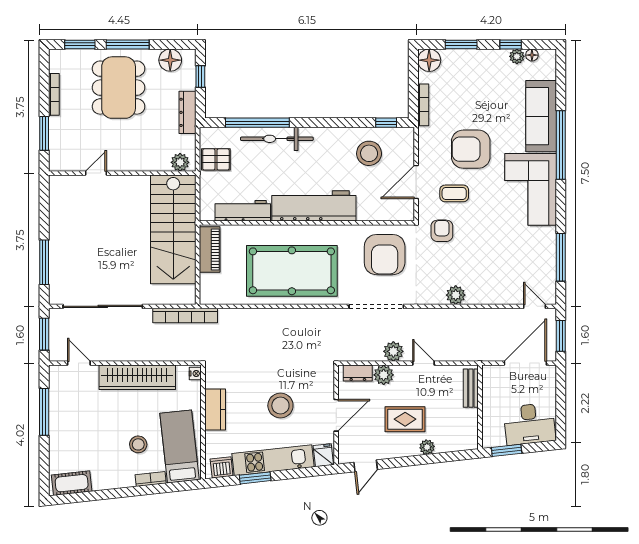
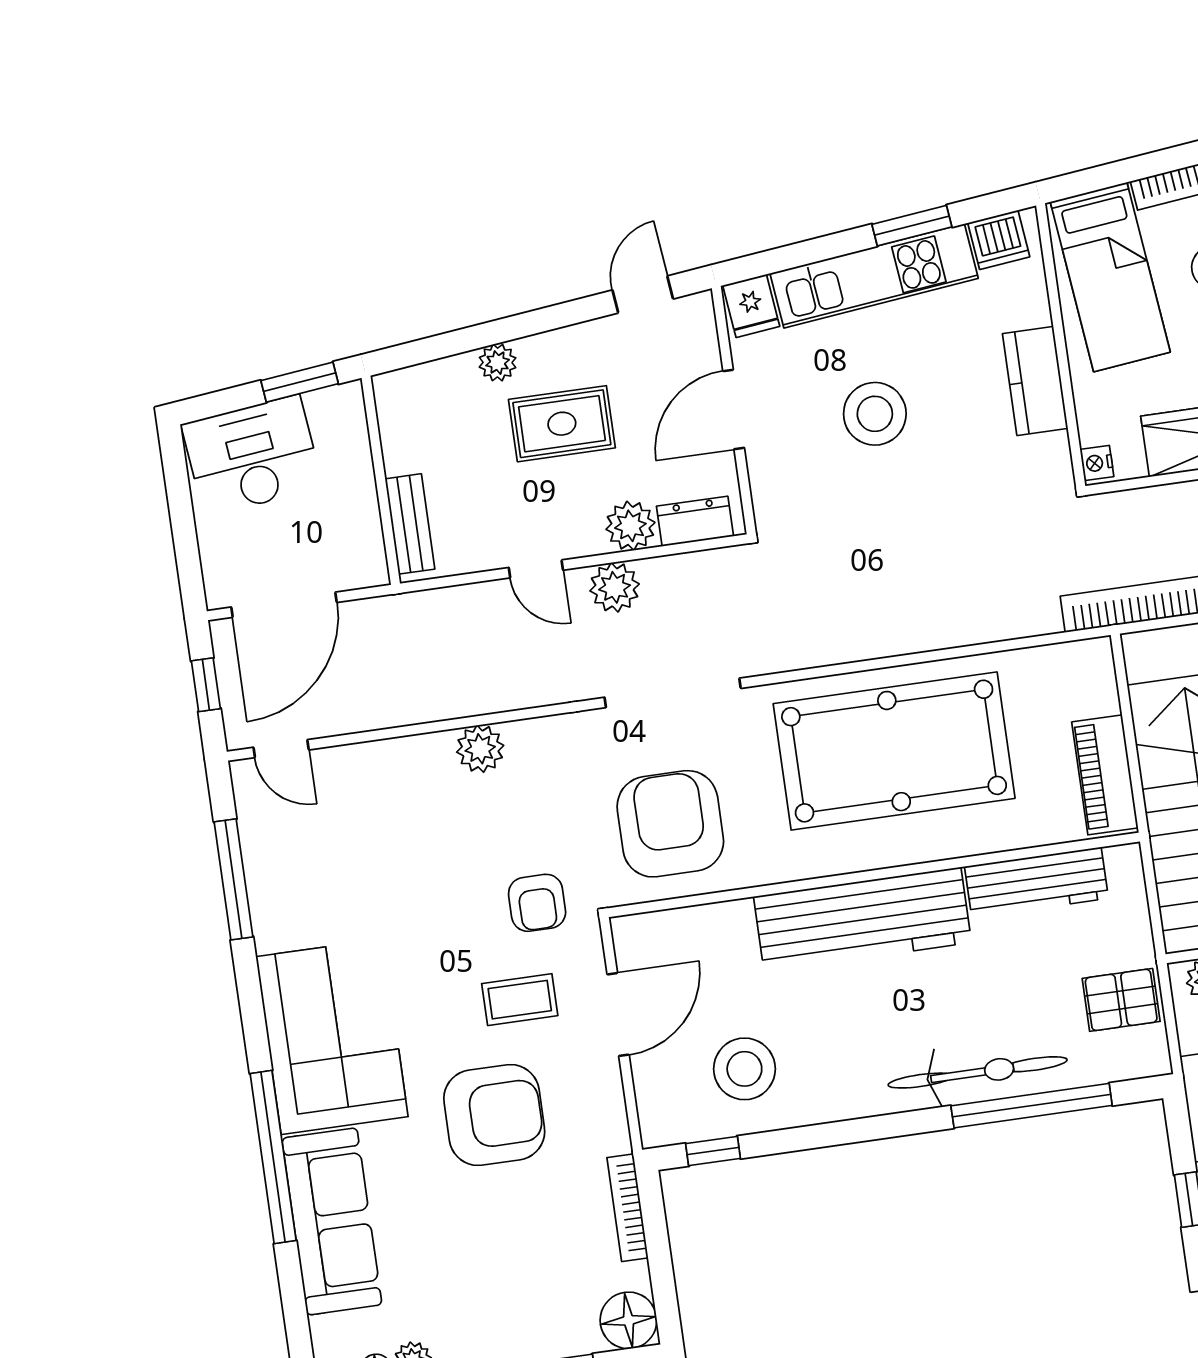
window: (561, 336) -> (206, 685), width x0.67

